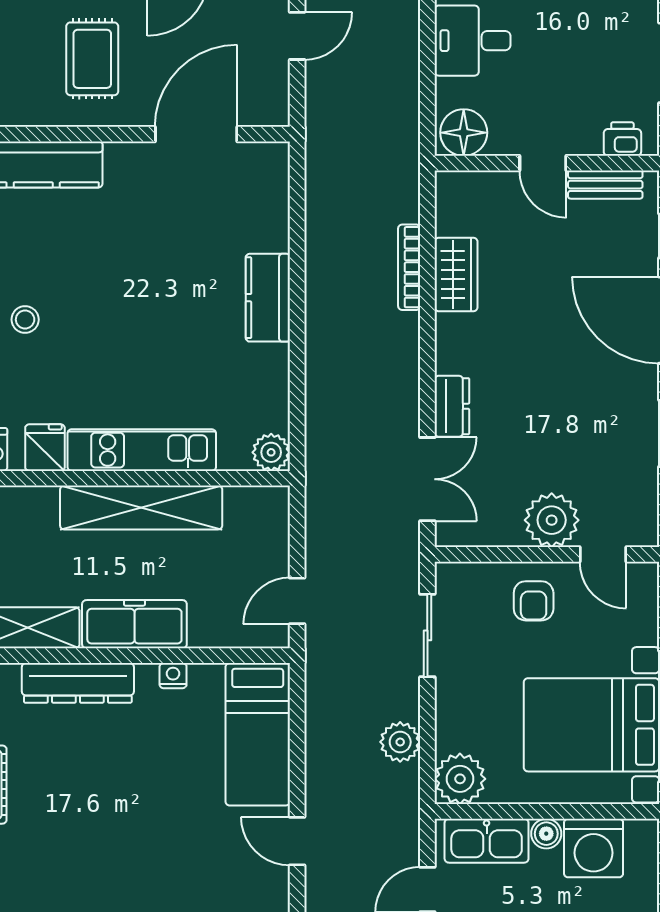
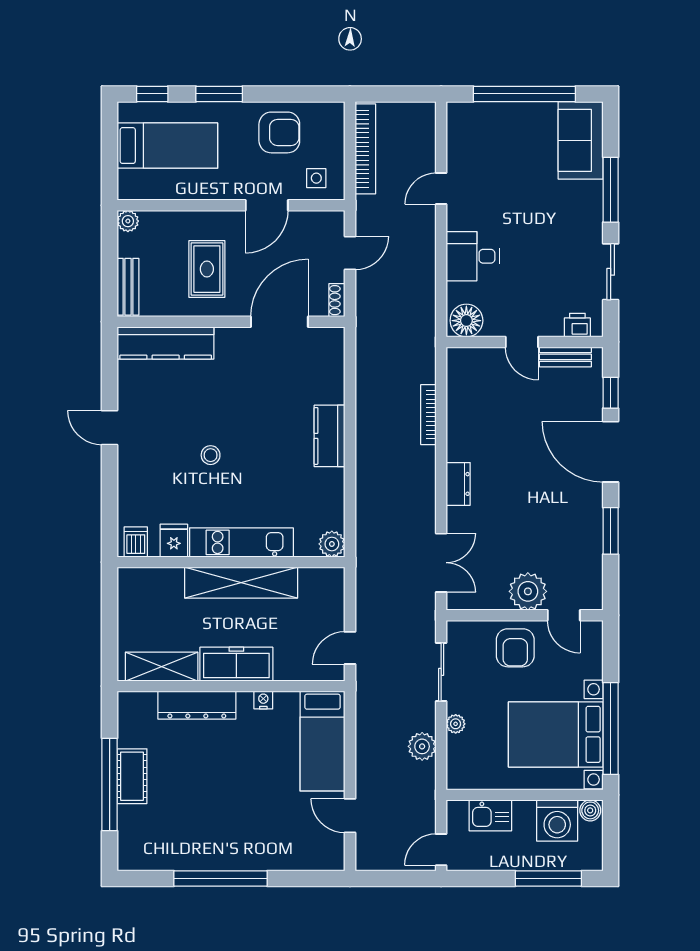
shoe rack: (278, 103) -> (337, 300), added
wardrobe: (456, 274) -> (461, 420), removed
stool: (25, 320) -> (211, 455), moved
dresser: (452, 406) -> (458, 484), moved
armchair: (534, 601) -> (515, 648), width x1.38, depth x1.38
plant: (460, 779) -> (456, 724), moved, width x0.53, depth x0.53
boiler: (546, 834) -> (590, 810), moved
kitchen sink: (487, 841) -> (490, 815), width x0.73

